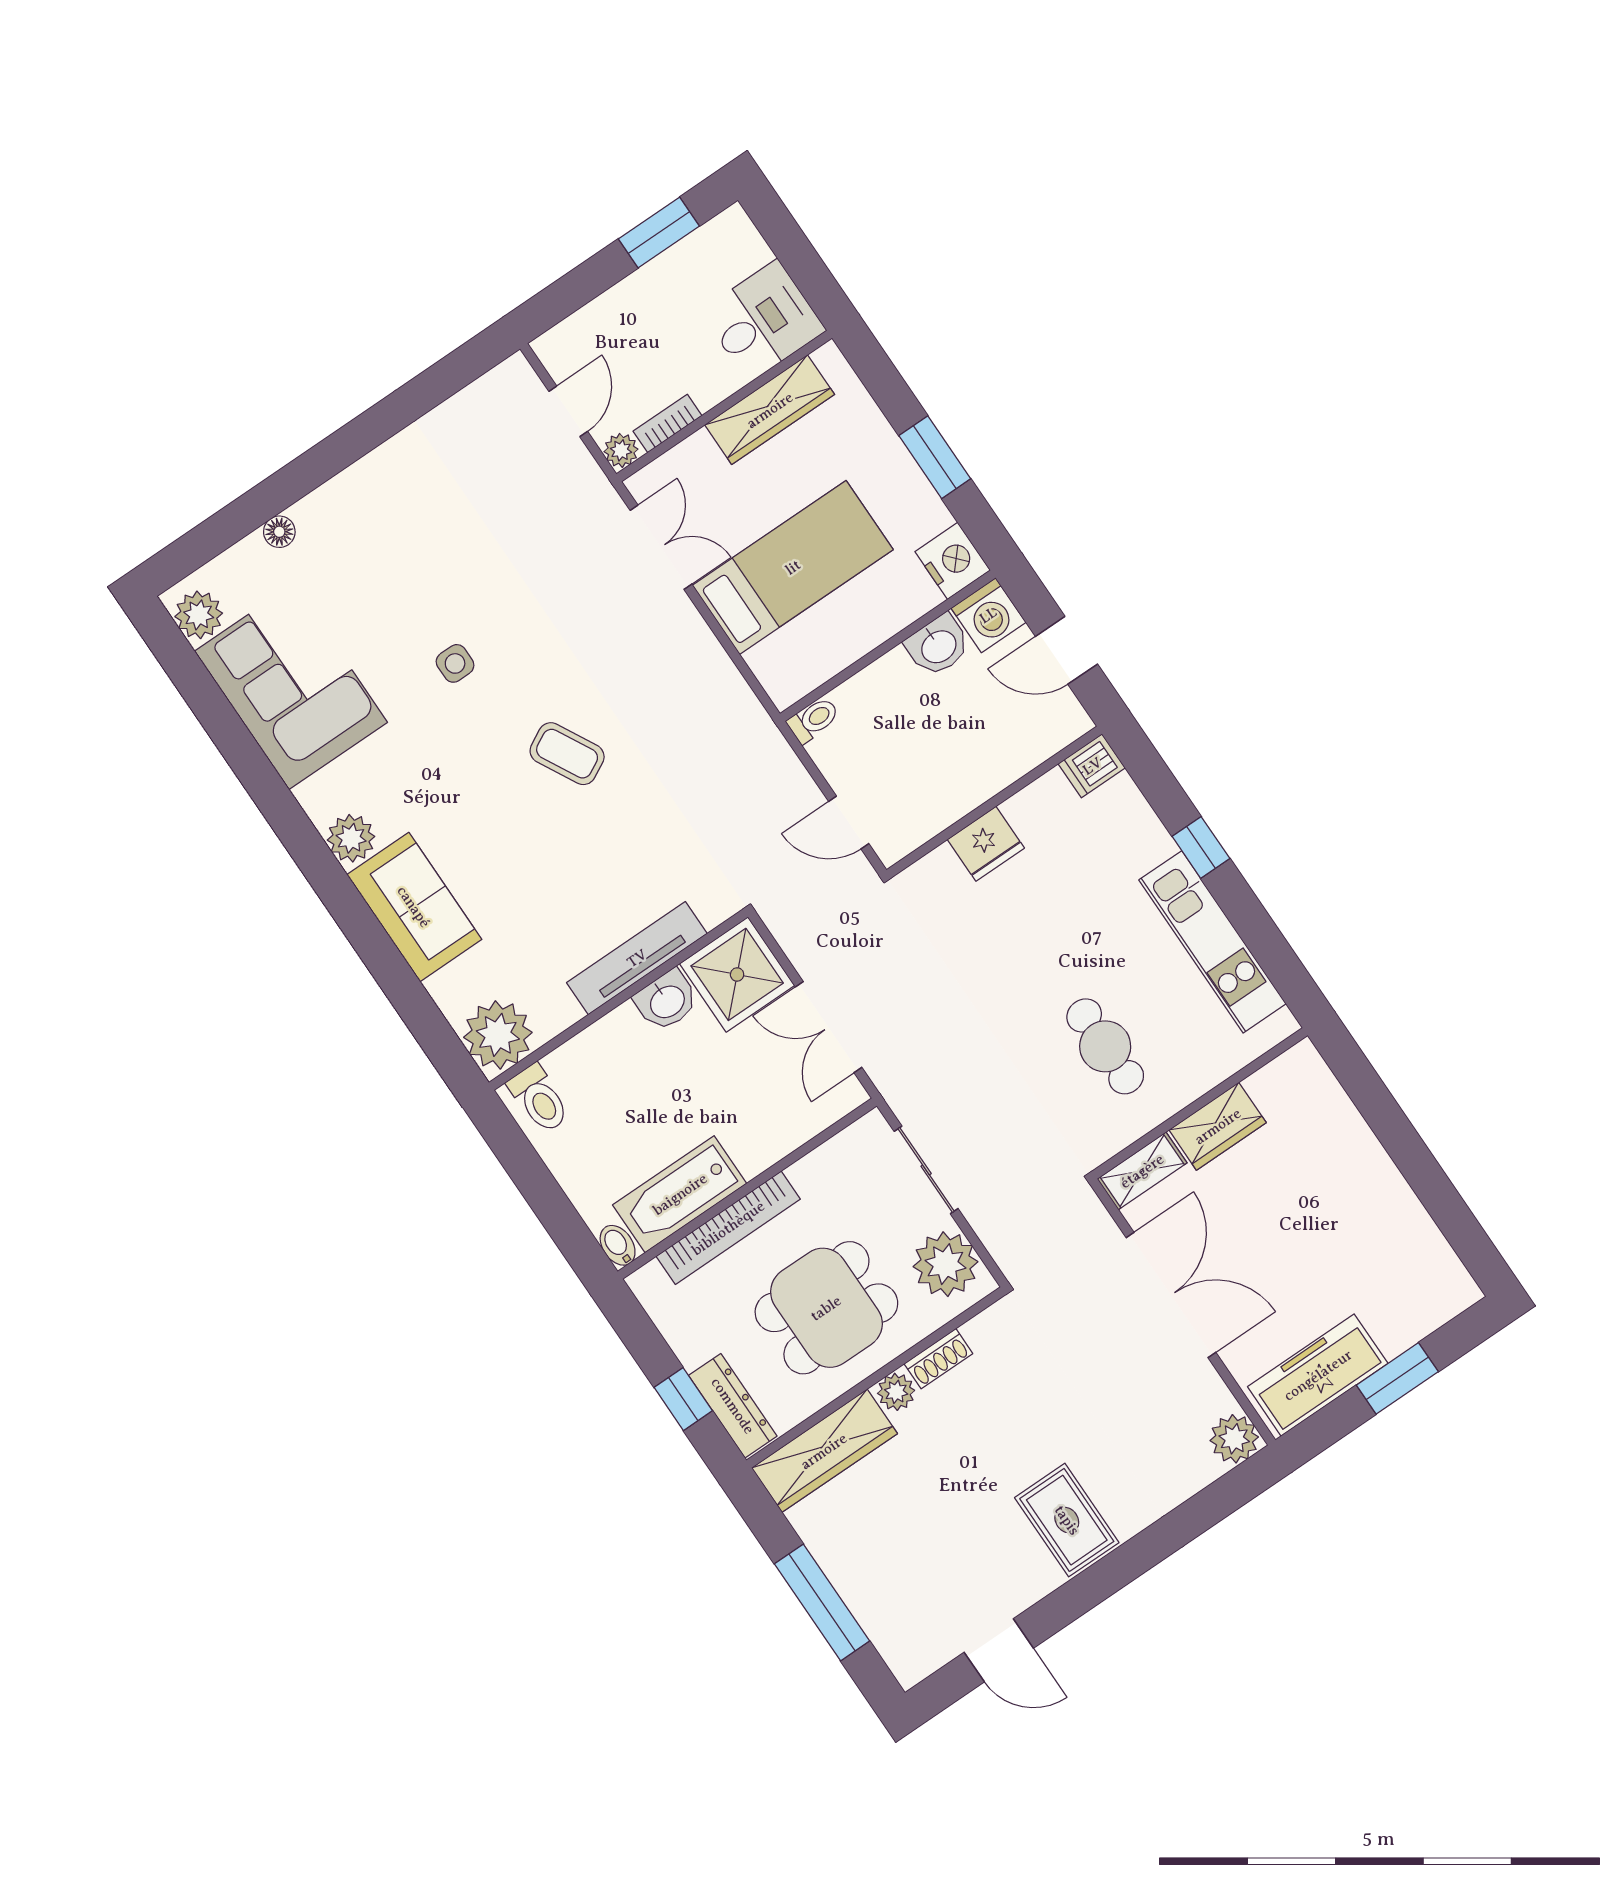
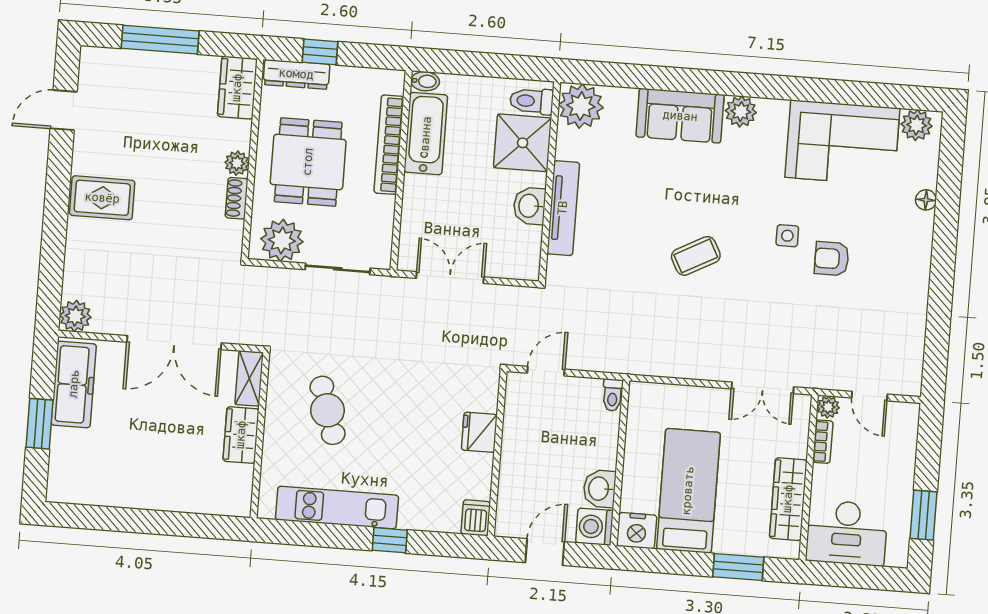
desk: (763, 321) -> (847, 533), width x1.37
window: (935, 457) -> (738, 567), moved
bed: (793, 567) -> (688, 491), moved, turned 180
armchair: (440, 588) -> (832, 259), added
shower: (737, 974) -> (523, 143), moved
cafe table: (1105, 1046) -> (328, 410), turned 72
wardrobe: (824, 1451) -> (237, 88), width x0.67

